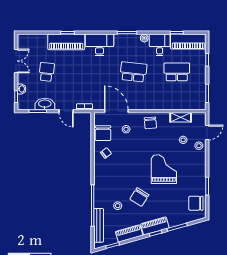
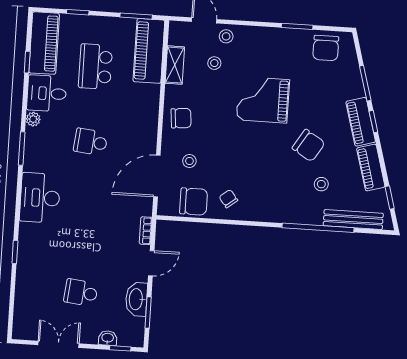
piano: (66, 42) -> (149, 51), moved, turned 180
school desk: (133, 72) -> (91, 142), width x0.54

